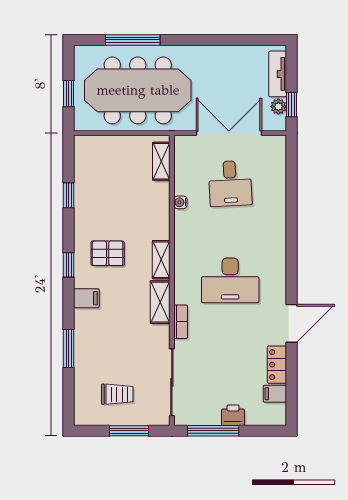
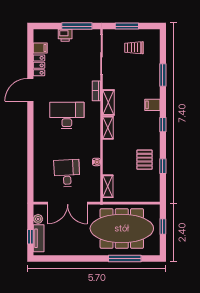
window: (292, 105) -> (30, 237), moved
pallet: (108, 253) -> (144, 160), moved, turned 90

